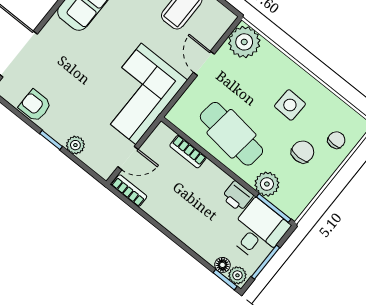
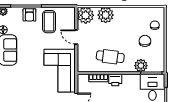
plant: (275, 66) -> (106, 15), added
side table: (290, 105) -> (125, 26), removed
cafe table: (231, 134) -> (110, 57), width x0.73, depth x0.74
printer: (238, 196) -> (115, 80), moved

